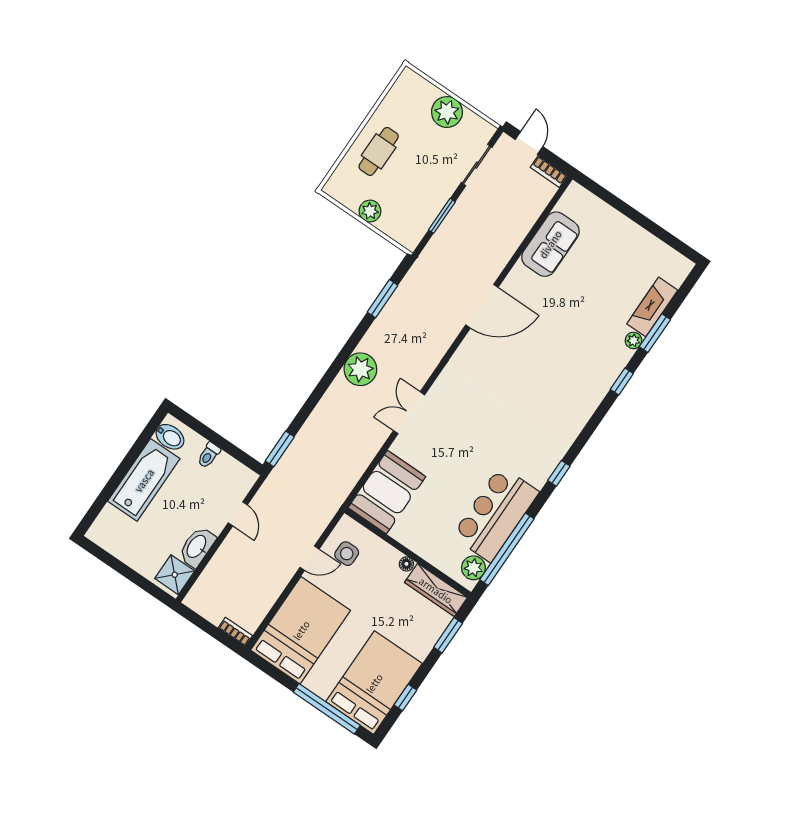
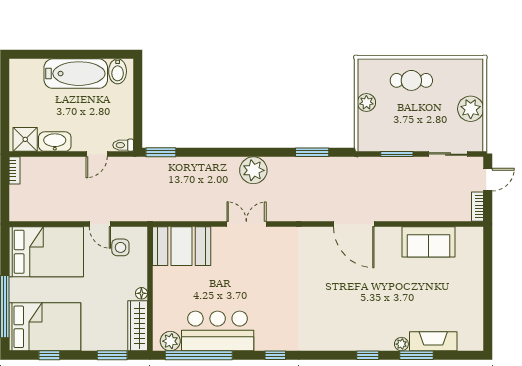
toilet: (209, 455) -> (123, 145), moved
bookcase: (235, 632) -> (15, 170), moved

